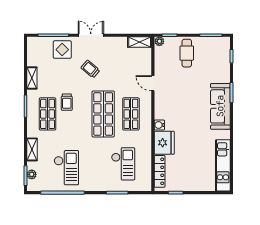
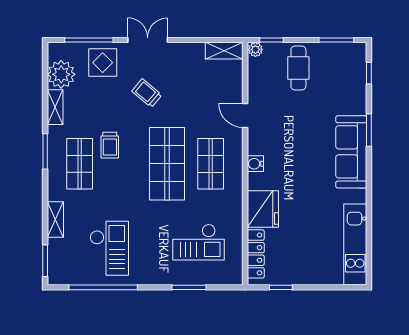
water cooler: (159, 125) -> (255, 164), moved
checkout: (123, 164) -> (198, 242), turned 90
plant: (32, 174) -> (61, 74), moved, width x1.87, depth x1.87

